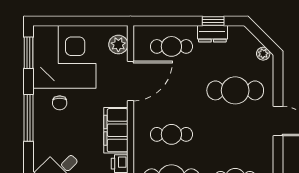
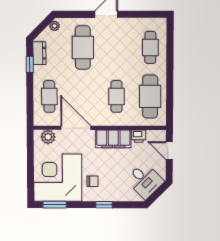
dresser: (212, 34) -> (39, 53), moved
window: (28, 118) -> (104, 205), width x0.46

